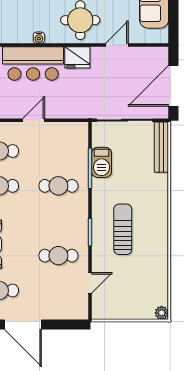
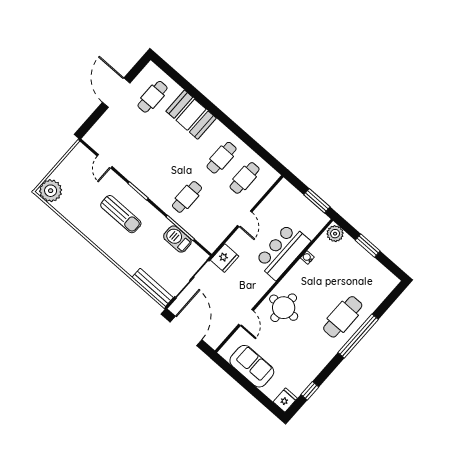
water cooler: (39, 38) -> (307, 258), moved
fridge: (77, 57) -> (225, 258), moved, turned 180
cafe table: (58, 256) -> (141, 156), removed
plant: (162, 313) -> (51, 191), width x1.88, depth x1.88
door: (23, 325) -> (116, 93), hinge flipped

